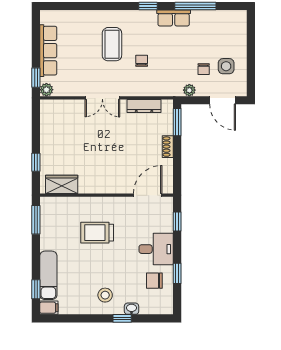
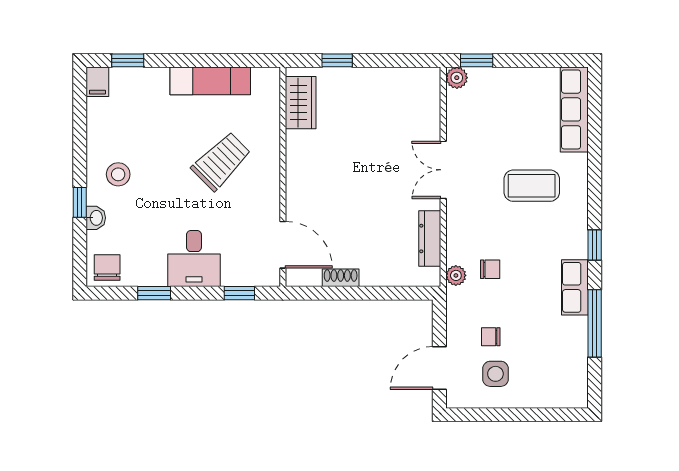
row of seats: (48, 51) -> (574, 109), moved, turned 90
chair: (142, 61) -> (490, 269), moved
plant: (189, 90) -> (456, 275), moved
window: (177, 122) -> (403, 293), removed
shoe rack: (168, 147) -> (341, 278), moved
window: (36, 220) -> (242, 60), removed
trolley: (97, 233) -> (221, 161), turned 45
exam couch: (48, 275) -> (210, 81), moved
chair: (154, 281) -> (107, 267), moved

